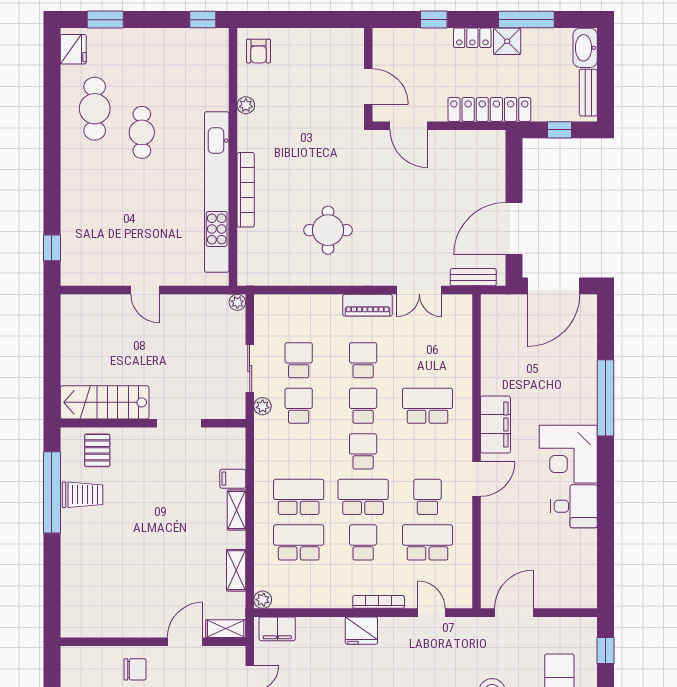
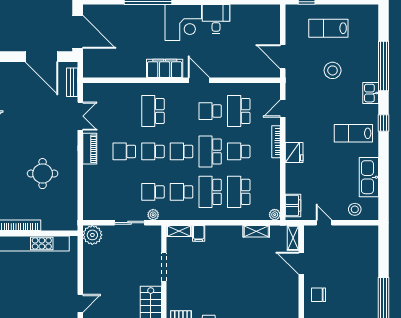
door: (145, 290) -> (80, 303), moved
plant: (237, 302) -> (92, 235), width x1.88, depth x1.88
school desk: (299, 360) -> (182, 192), moved
shelving: (237, 510) -> (179, 231), moved
chair: (135, 669) -> (318, 295), turned -90

